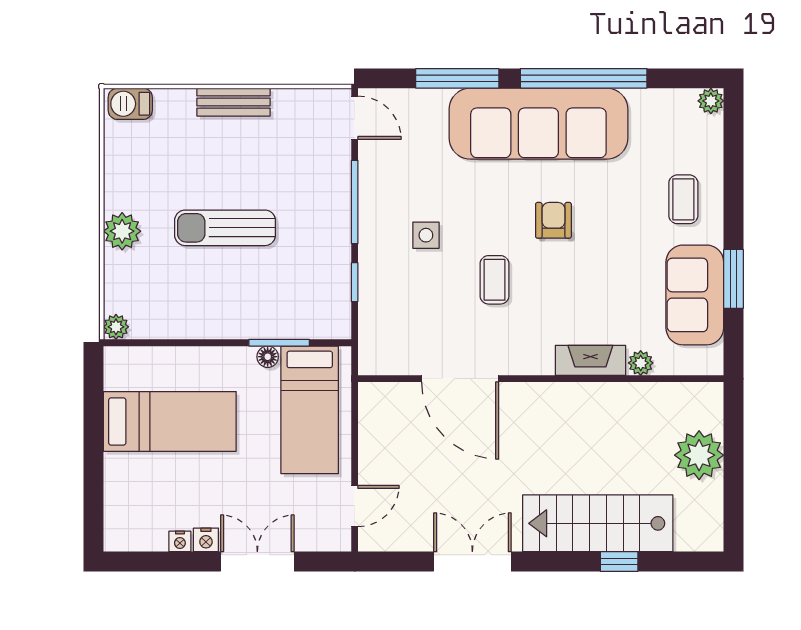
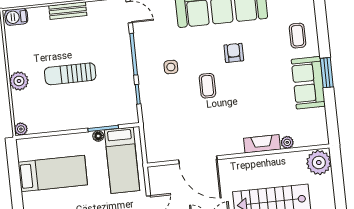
fireplace: (590, 360) -> (262, 144), moved
plant: (641, 363) -> (287, 142), moved
door: (460, 379) -> (198, 160), moved
wall: (541, 379) -> (238, 155), moved

